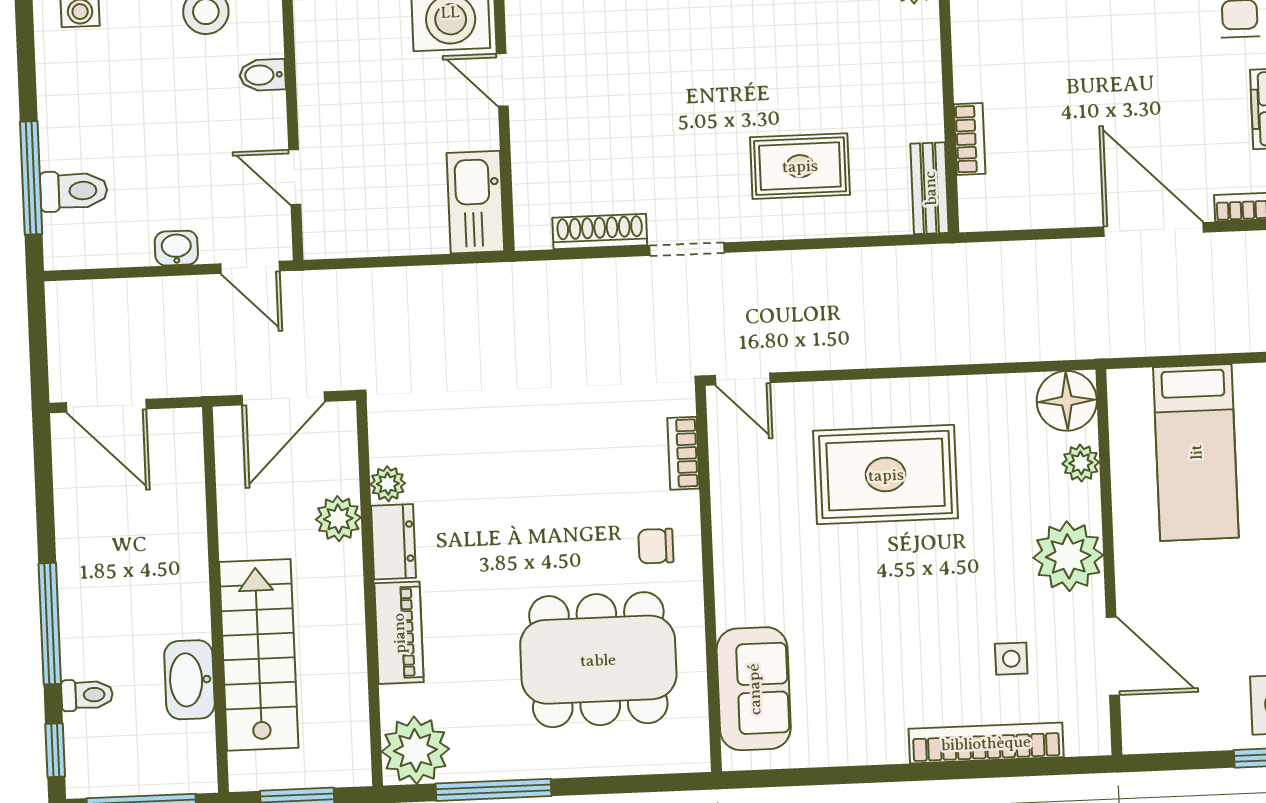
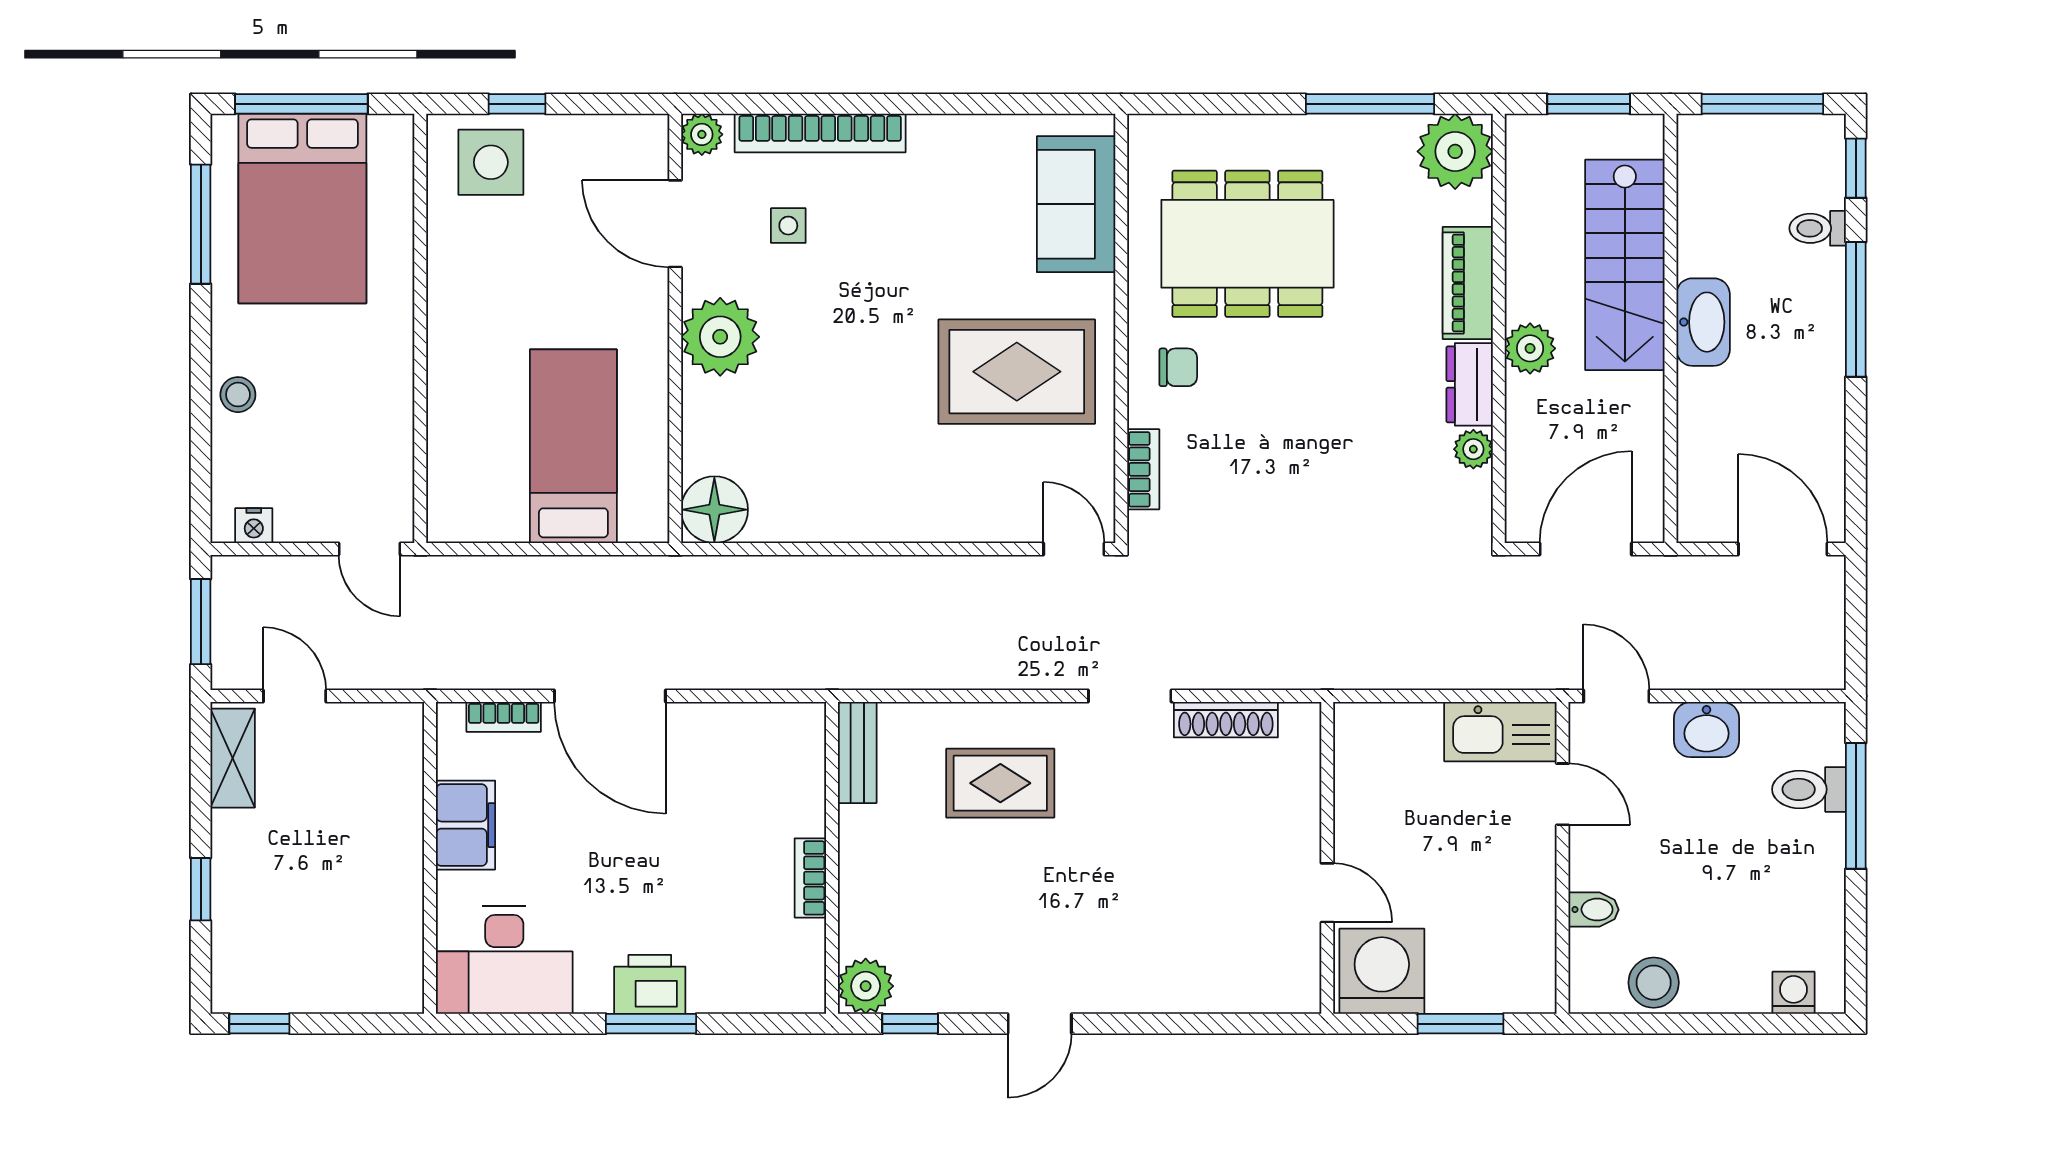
bookcase: (970, 139) -> (810, 878), moved
kitchen sink: (475, 202) -> (1500, 732), moved, turned 90
washbasin: (176, 248) -> (1707, 730), width x1.38, depth x1.45
plant: (1081, 463) -> (702, 134), moved
rug: (886, 475) -> (1017, 372), moved
plant: (338, 519) -> (1530, 348), moved
washbasin: (189, 680) -> (1703, 322), moved

